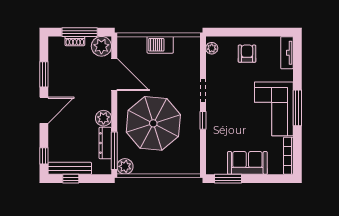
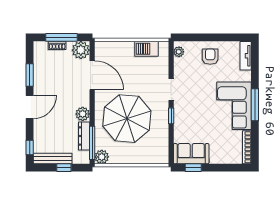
barbecue: (160, 45) -> (146, 49), moved
sofa: (247, 163) -> (191, 154), moved
window: (71, 179) -> (64, 168), moved
window: (228, 179) -> (193, 168), width x0.67

